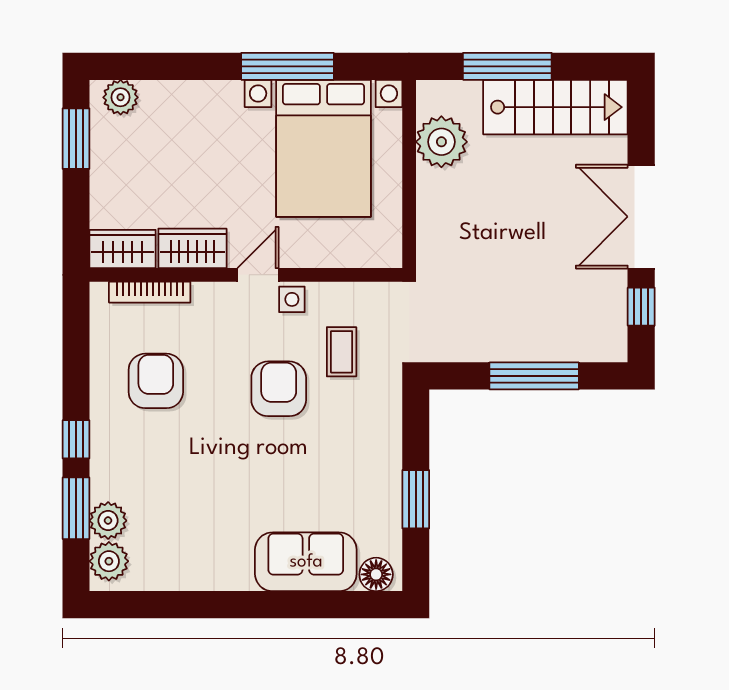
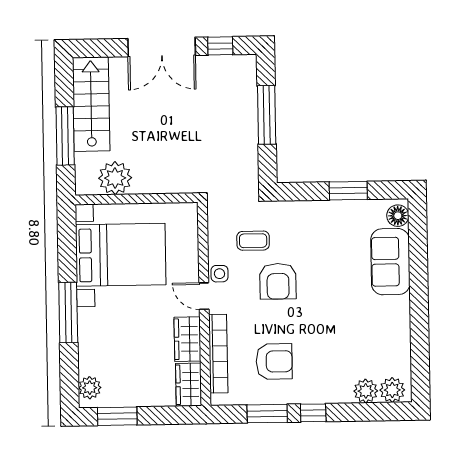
window: (288, 66) -> (68, 313), moved
bookcase: (150, 292) -> (218, 354), width x1.48, depth x1.31
armchair: (156, 381) -> (274, 361), turned 180
armchair: (279, 389) -> (278, 281), turned -90
window: (76, 508) -> (267, 414), moved

